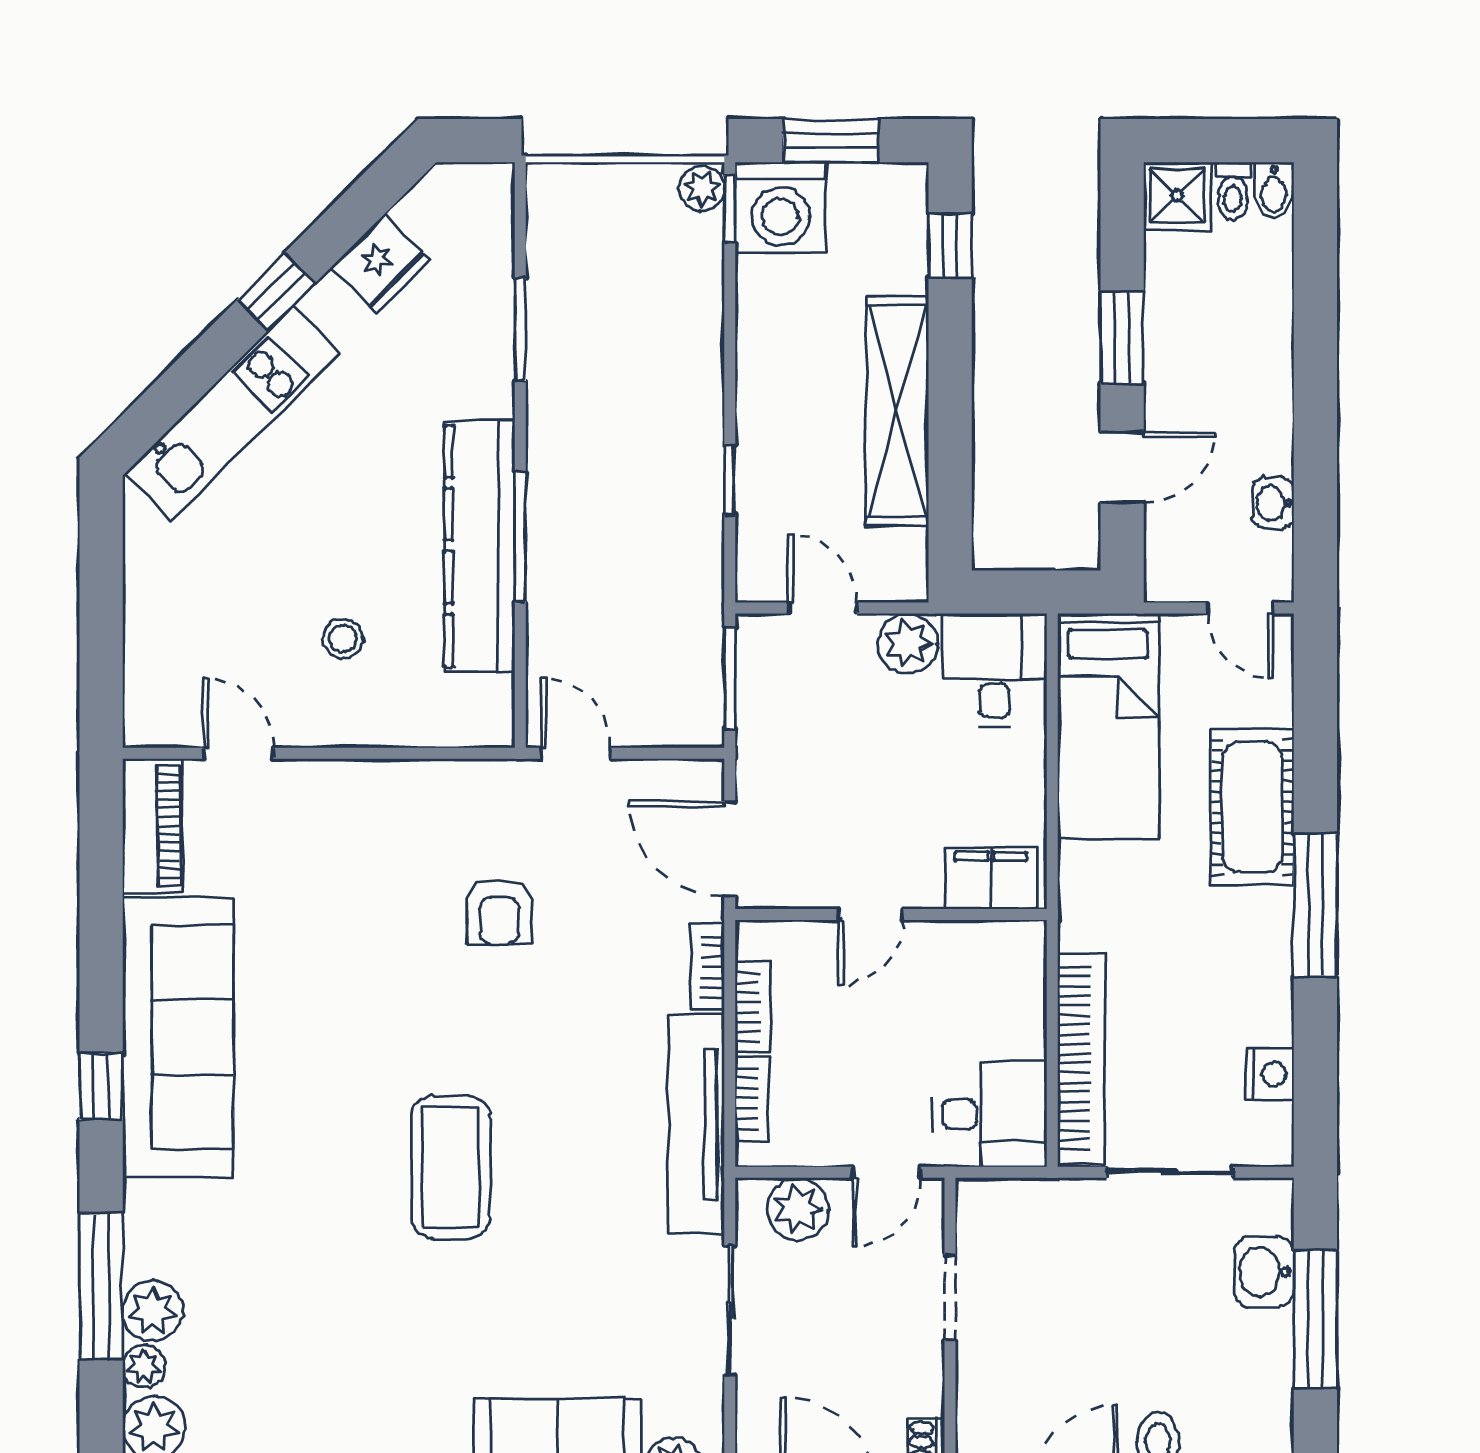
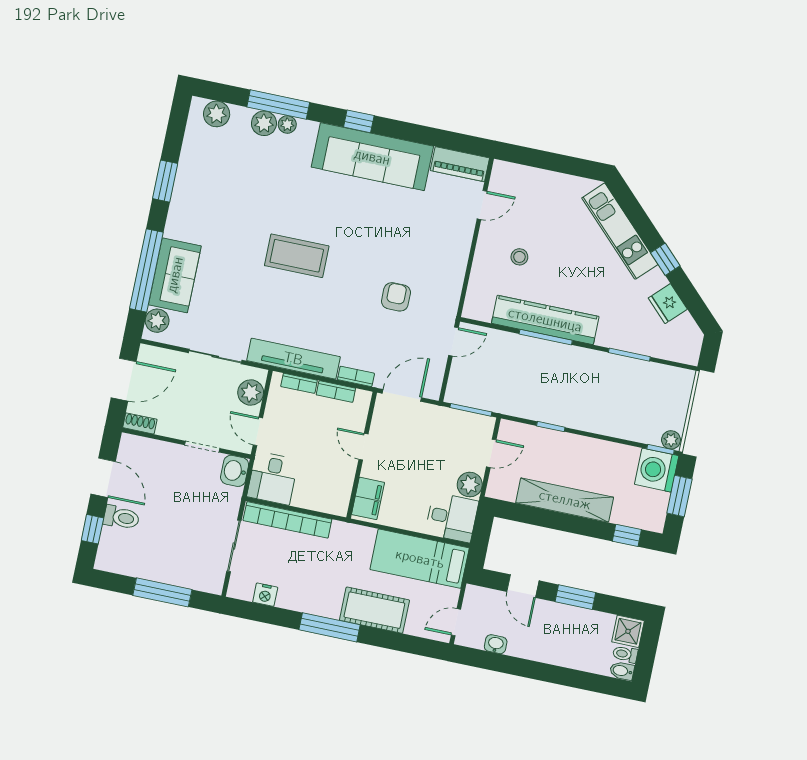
armchair: (499, 912) -> (396, 297), turned 90
washbasin: (1264, 1272) -> (235, 471), moved, turned -90
plant: (144, 1366) -> (287, 125), moved

